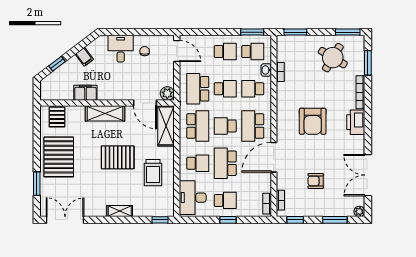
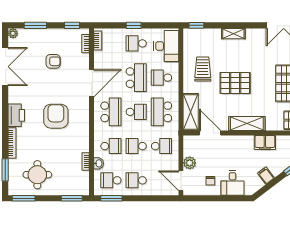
round table: (333, 58) -> (37, 175), turned -31
school desk: (198, 89) -> (161, 146), width x0.54
plant: (167, 93) -> (190, 163), moved

